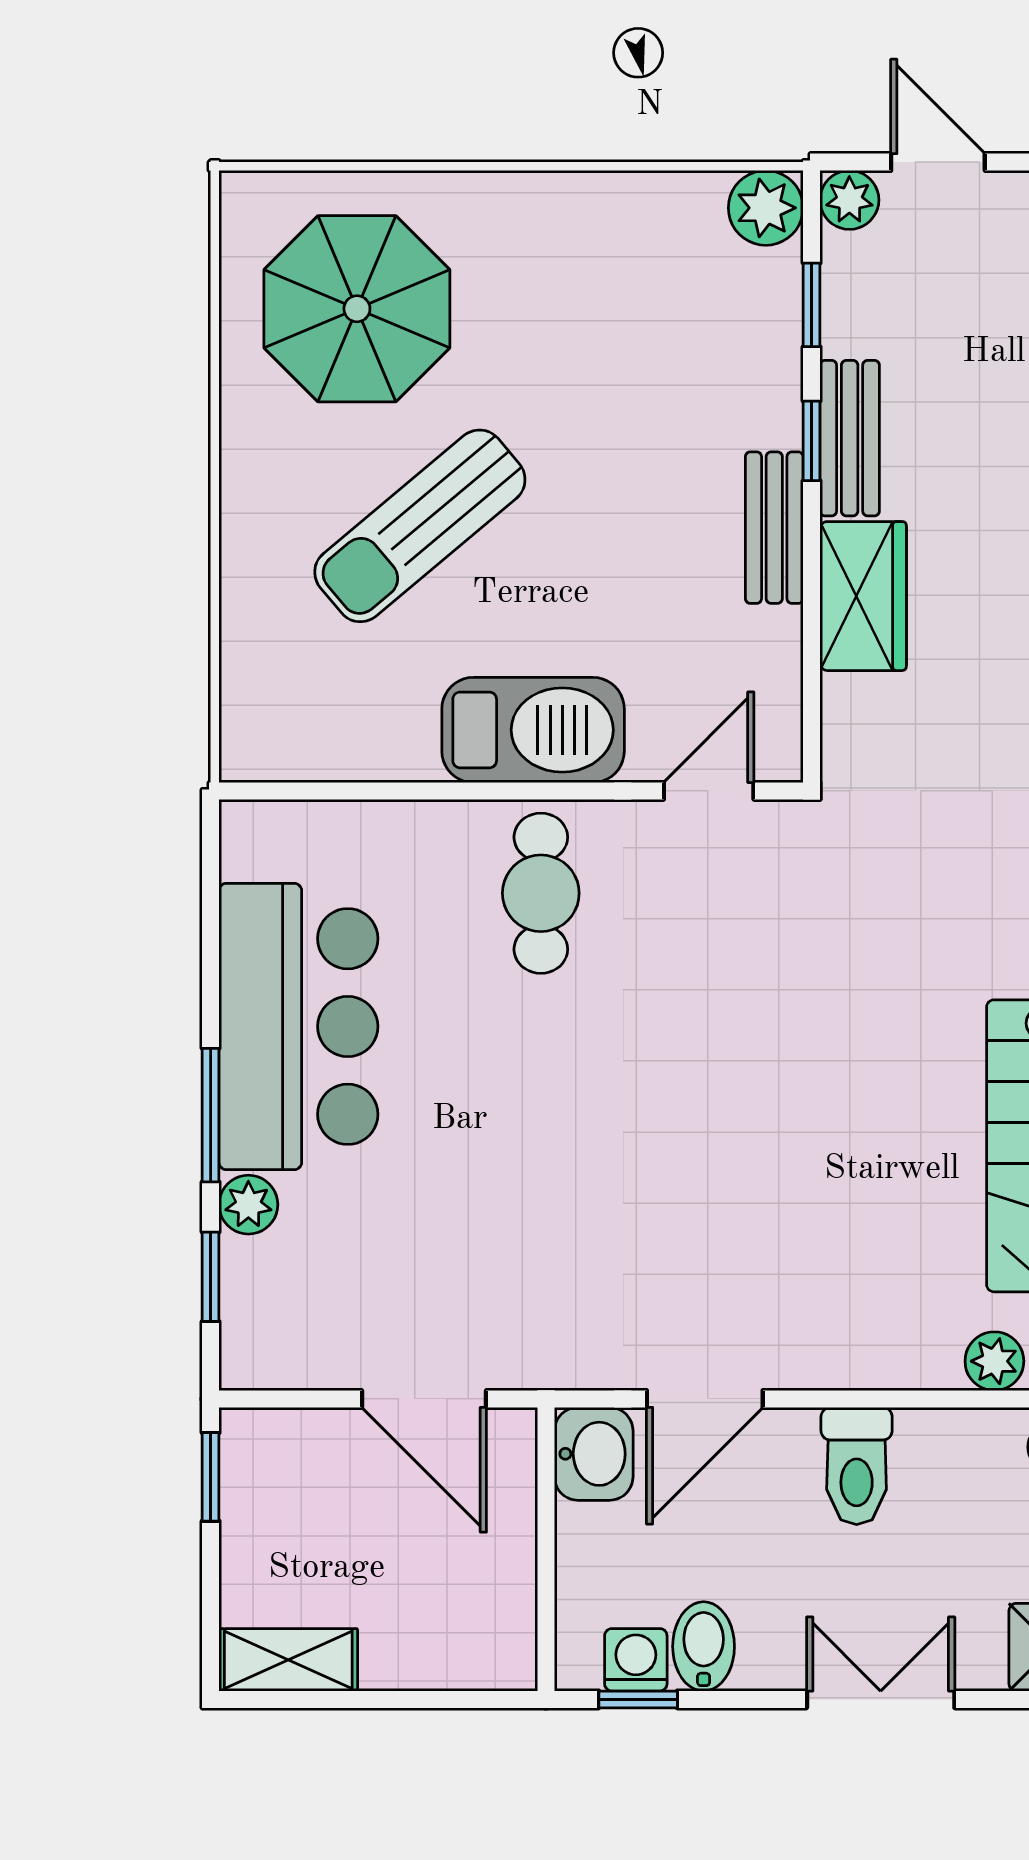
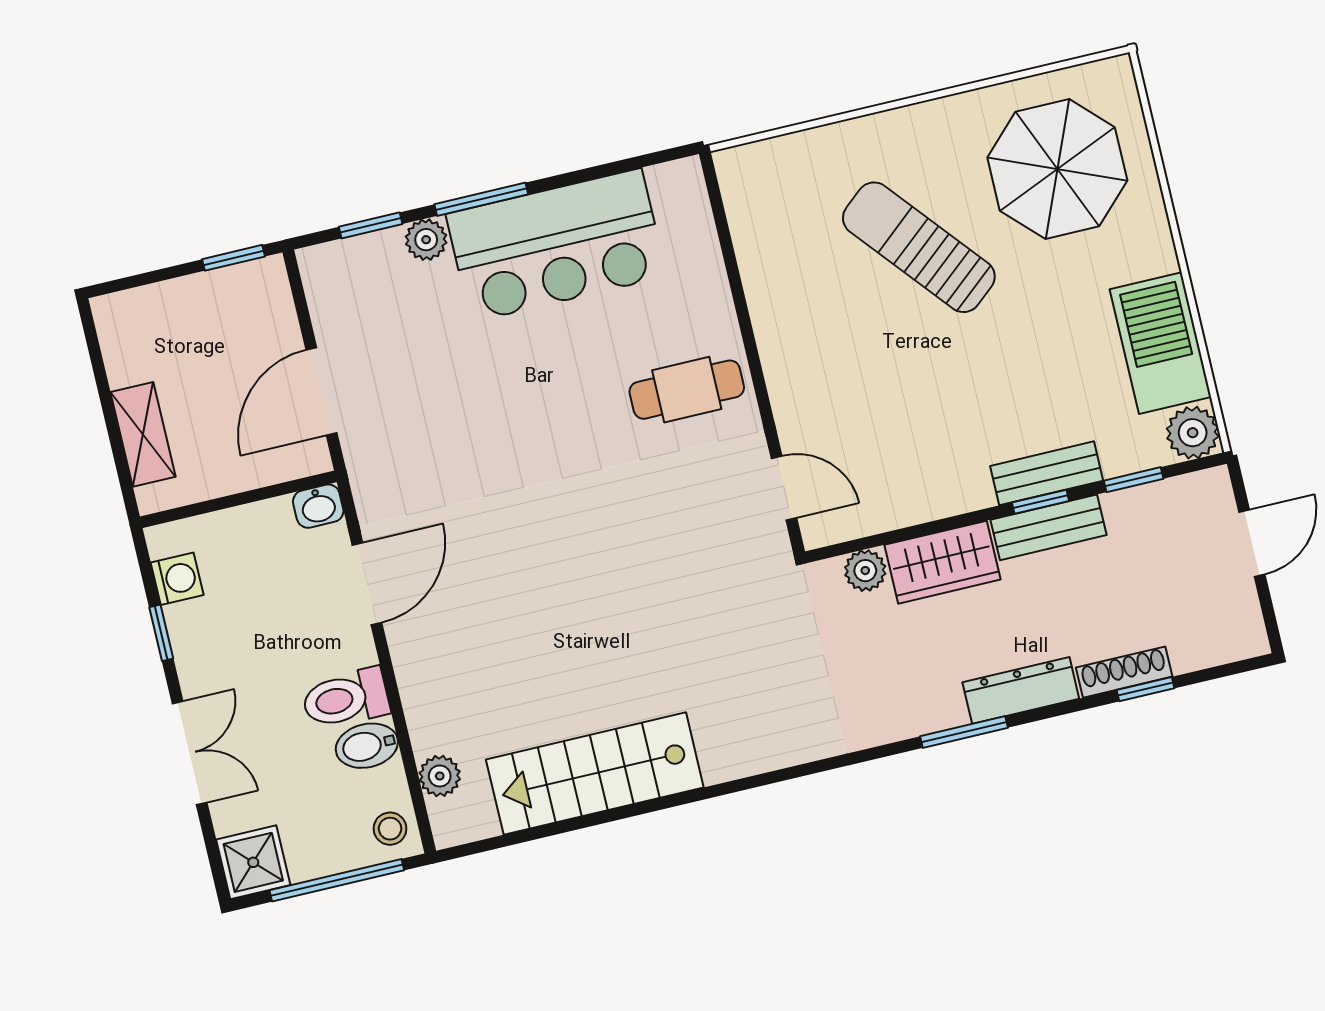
plant: (849, 200) -> (865, 571), moved
bench: (774, 528) -> (1047, 473), moved
barbecue: (533, 730) -> (1160, 343), moved, turned 180
door: (705, 1399) -> (367, 584), swing flipped
washbasin: (594, 1454) -> (318, 506), width x0.72, depth x0.69
bidet: (704, 1646) -> (367, 746), moved, turned 180
shelving: (288, 1660) -> (143, 434), moved
window: (638, 1699) -> (161, 633), moved

